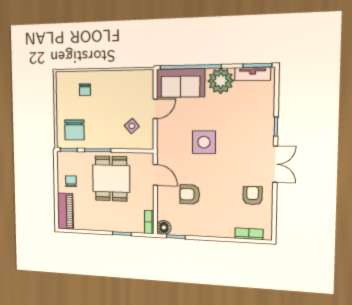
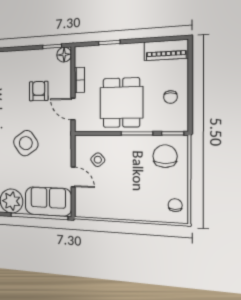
chair: (85, 90) -> (175, 205), moved
door: (155, 109) -> (73, 177), swing flipped
side table: (204, 142) -> (26, 143), turned -35
armchair: (190, 194) -> (39, 91), turned -90
piano: (65, 211) -> (166, 50), moved, turned -90
bookcase: (149, 222) -> (79, 80), moved

